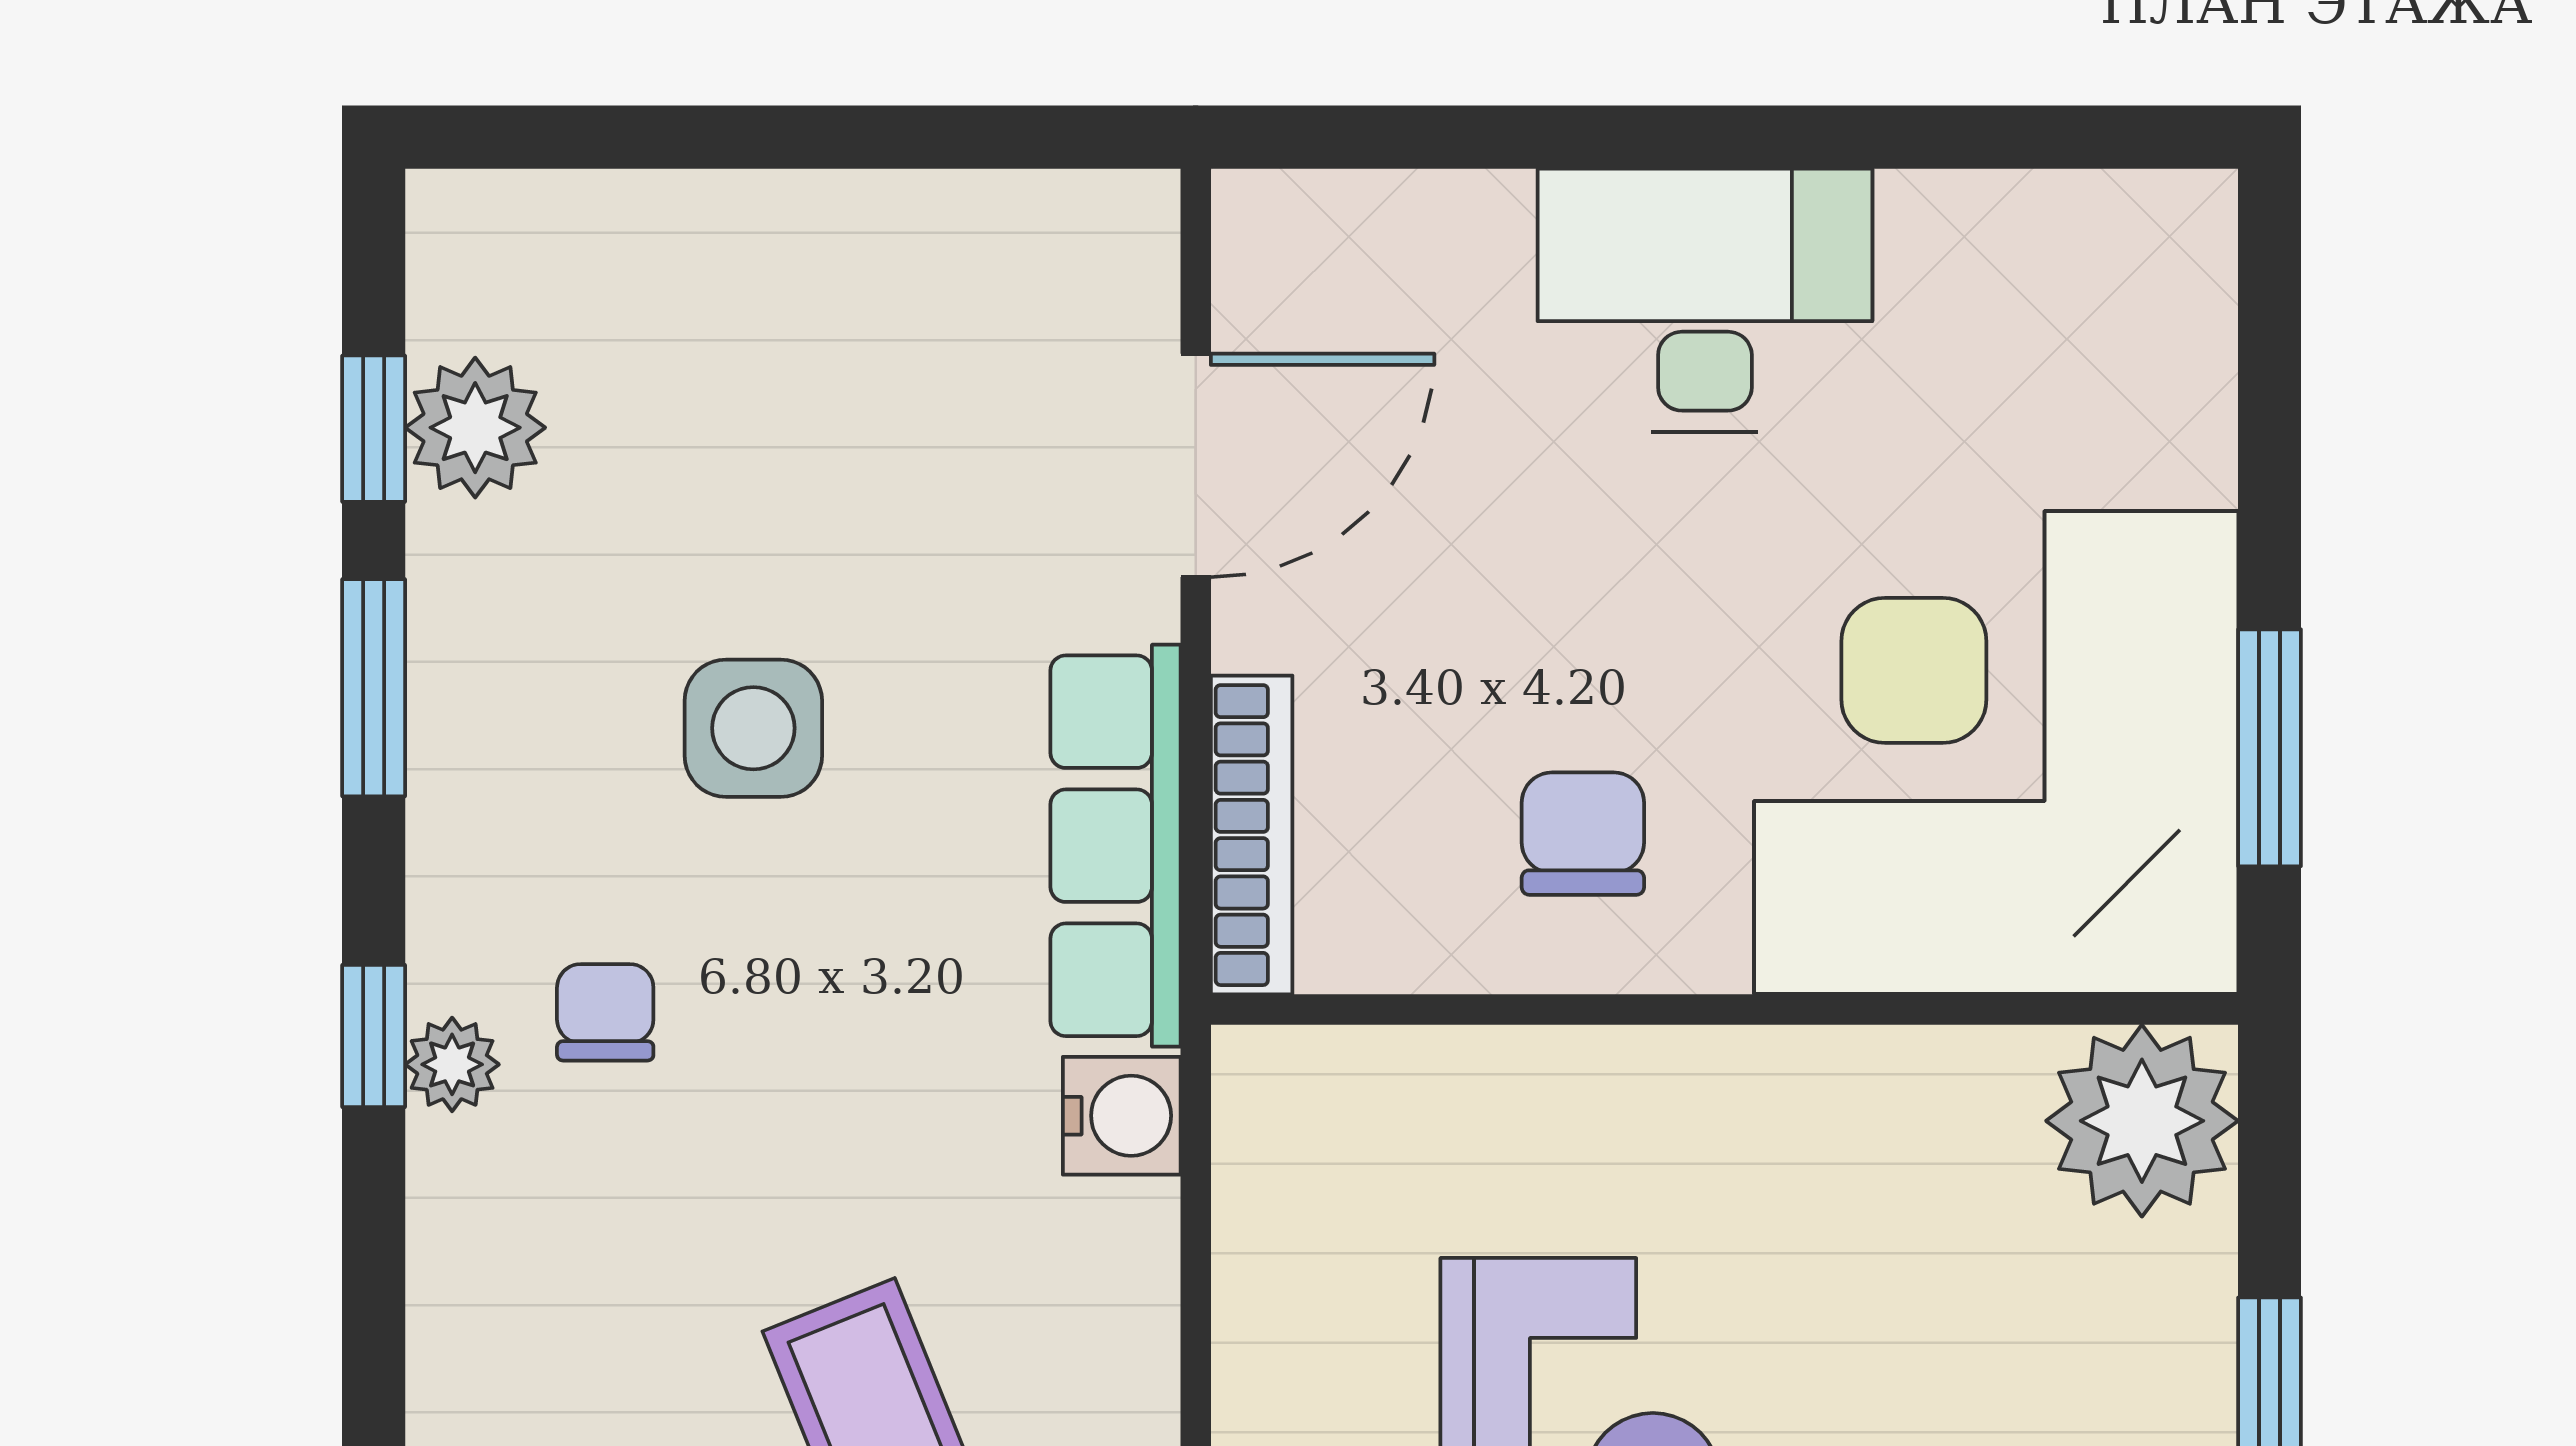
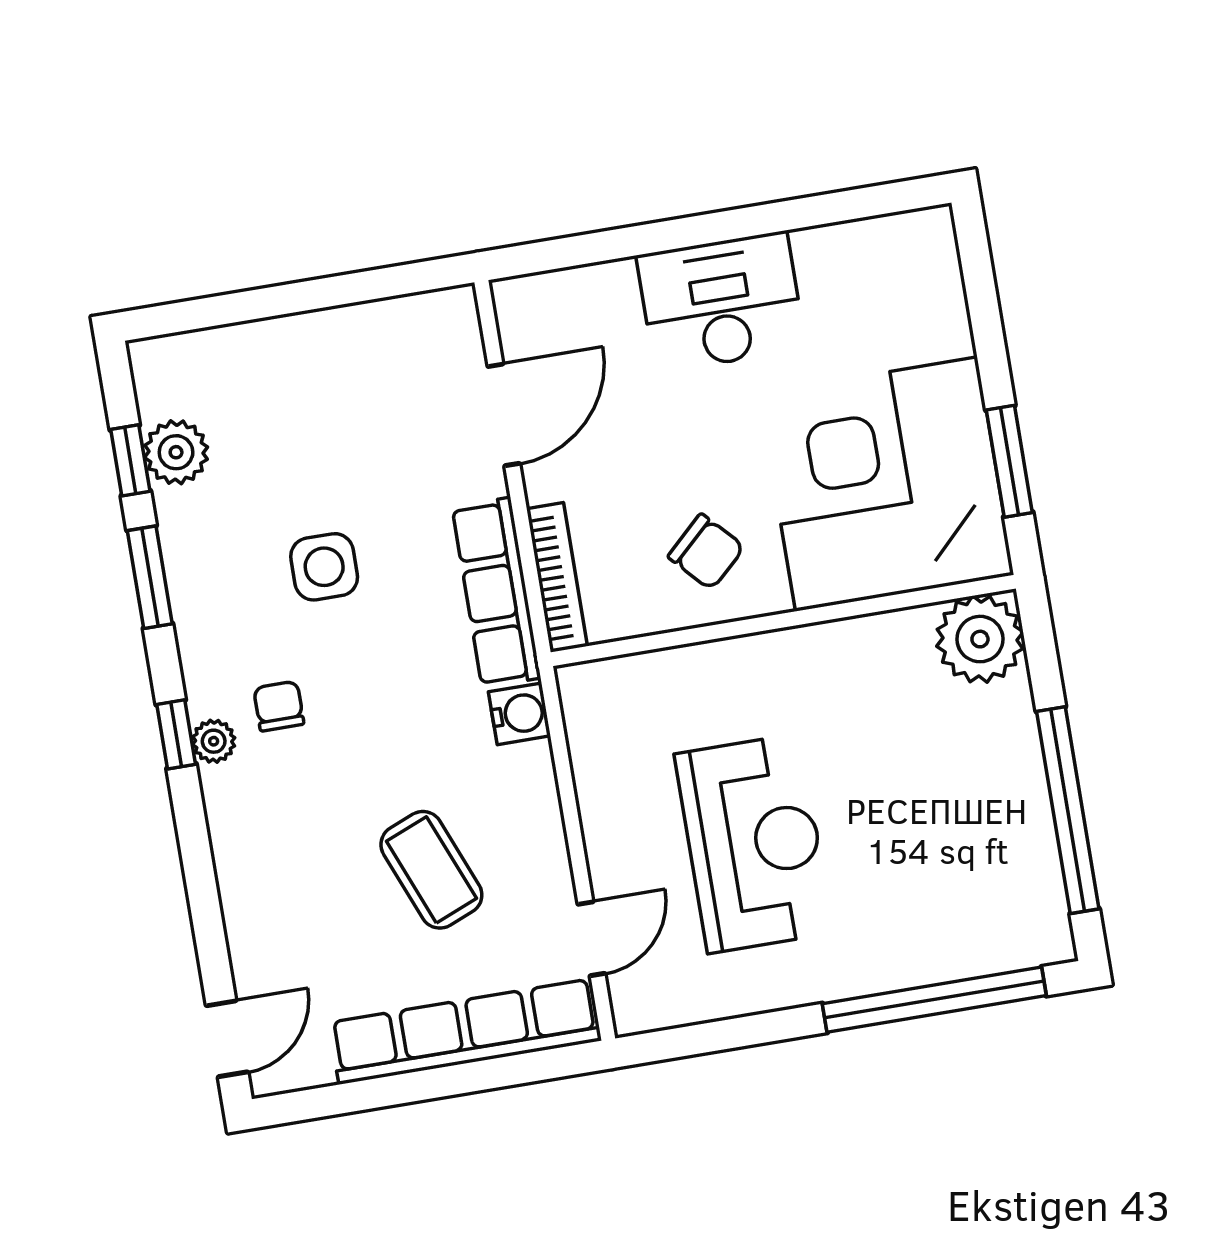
chair: (1583, 834) -> (706, 552), turned 137

